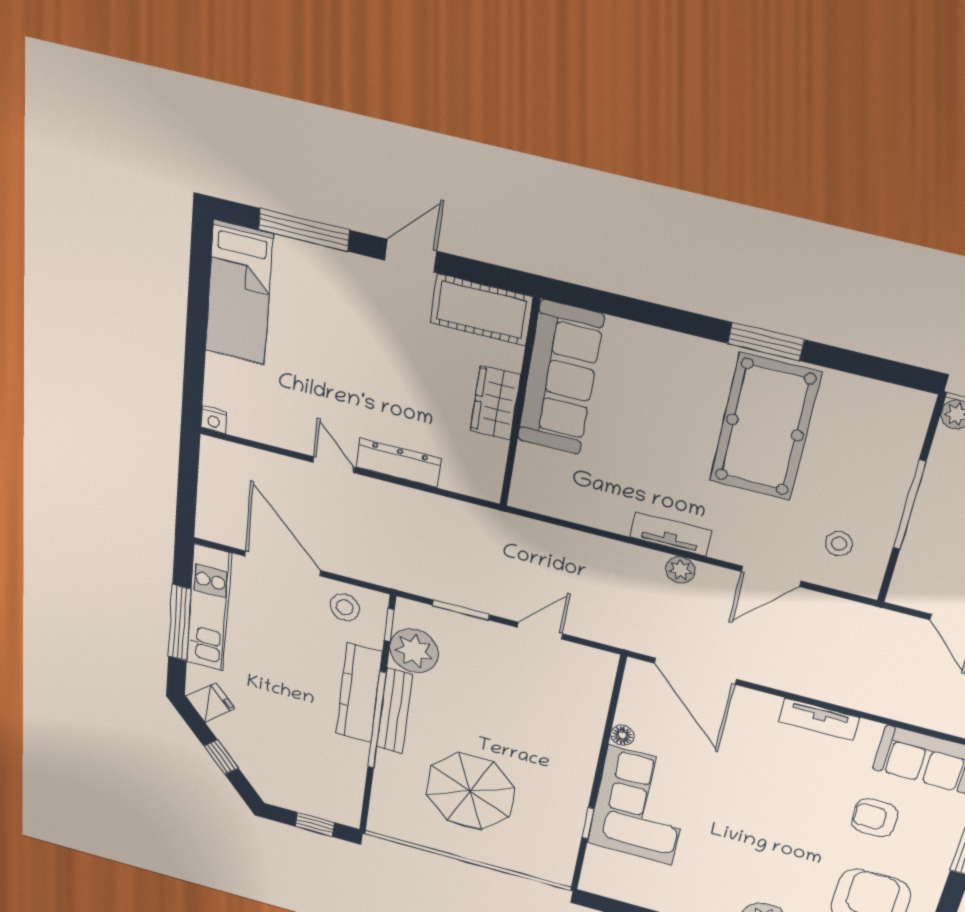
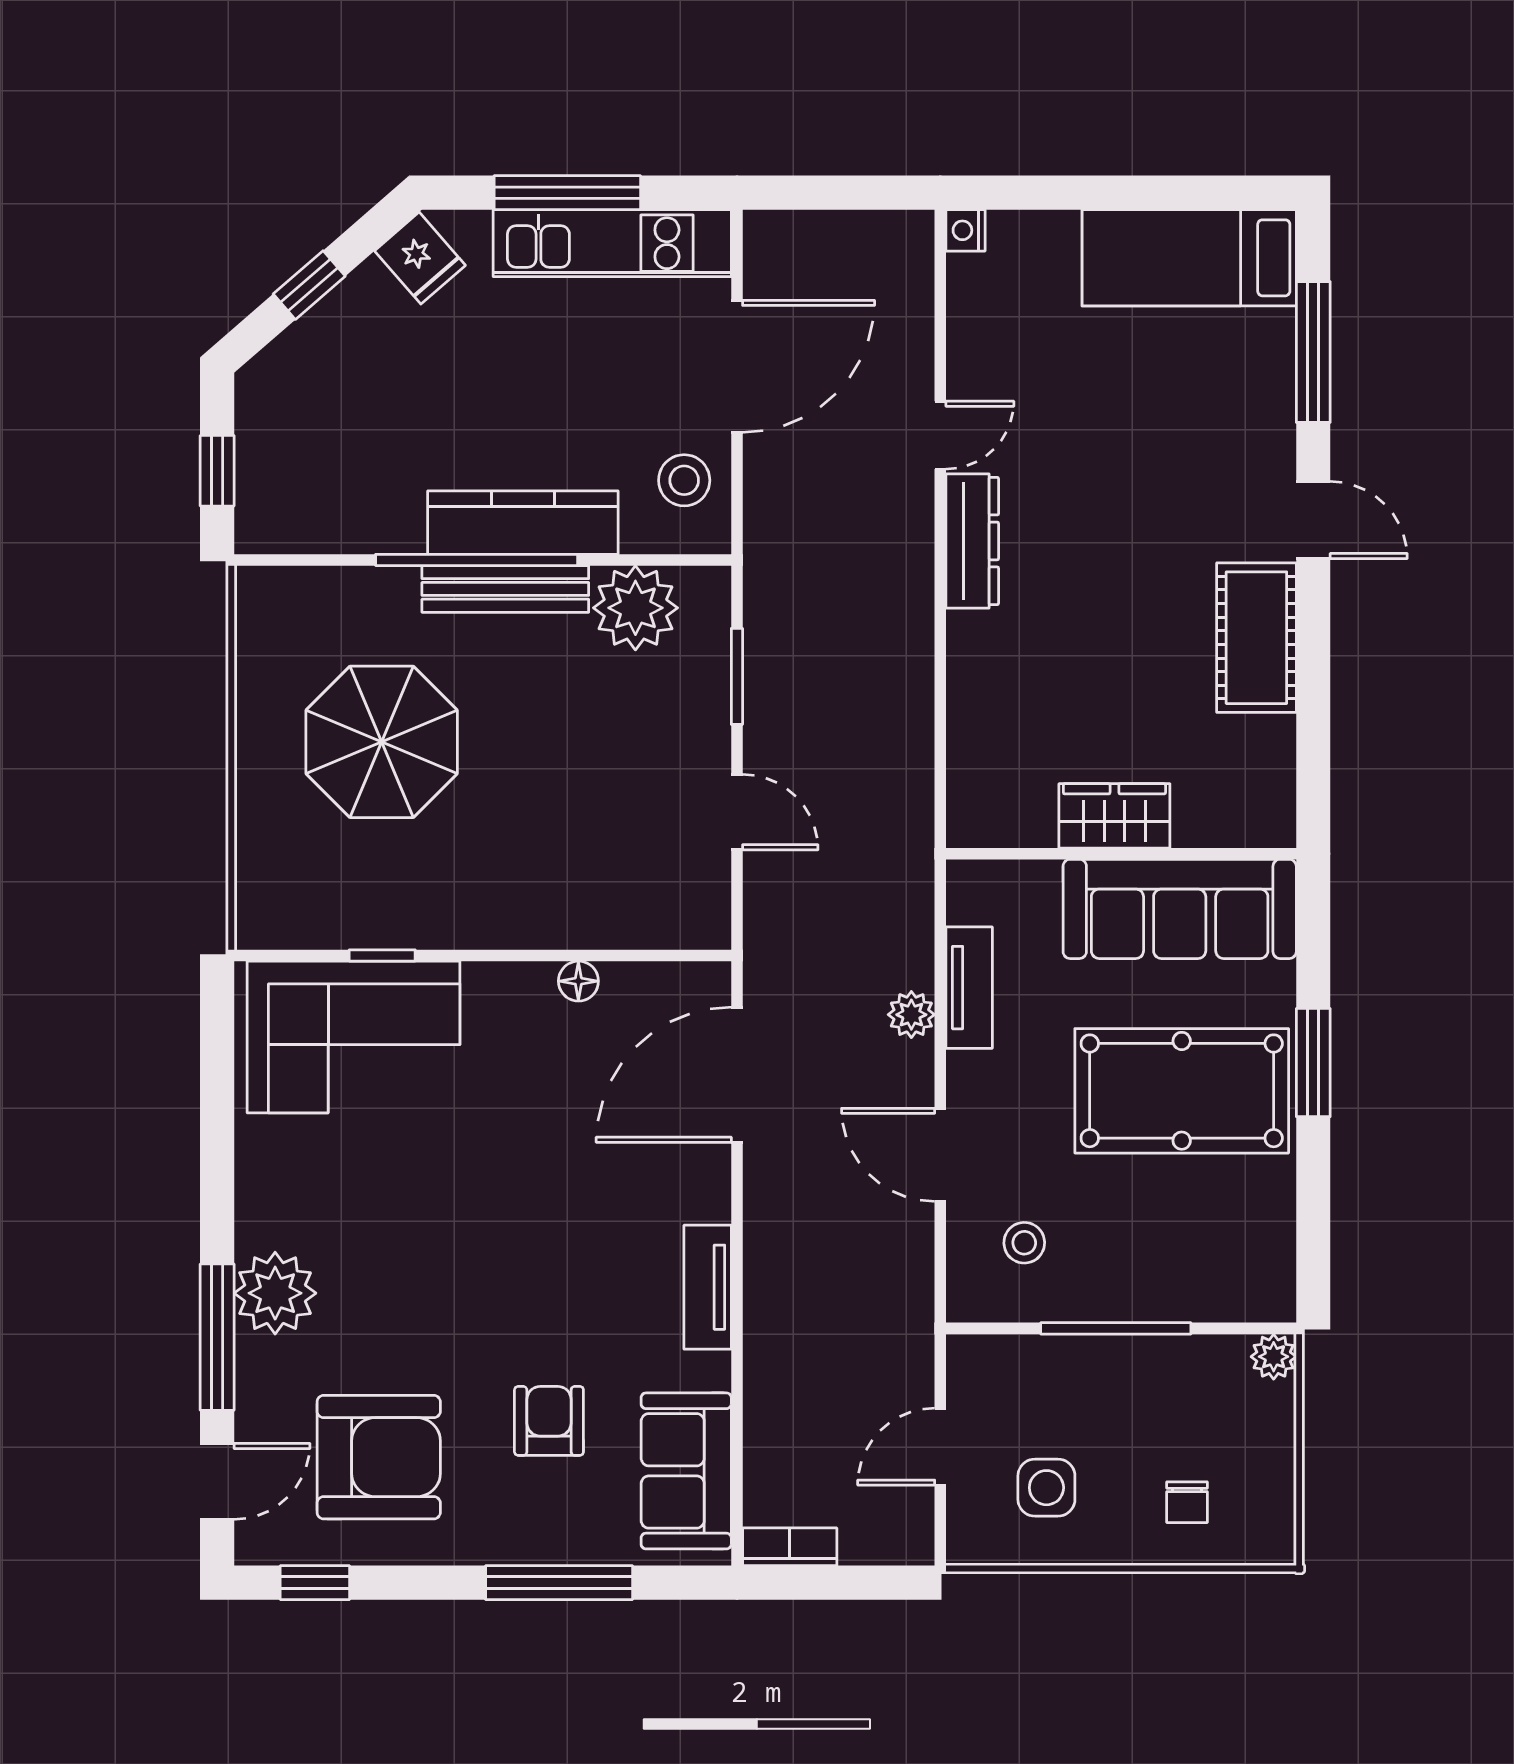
sofa: (560, 378) -> (1180, 909), moved
wardrobe: (495, 403) -> (1114, 816), moved
wall: (520, 405) -> (1121, 854), moved
window: (389, 625) -> (673, 560), removed
corner sofa: (640, 806) -> (354, 1037), moved

